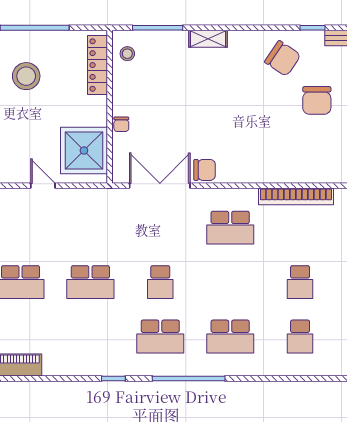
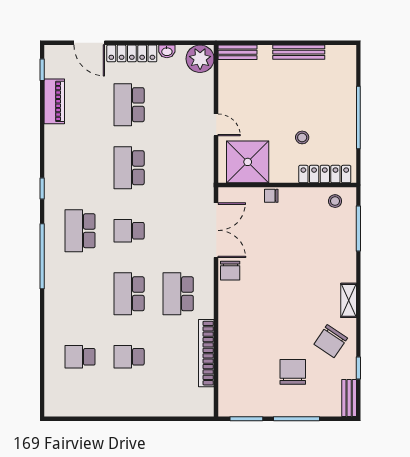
shelving: (208, 39) -> (349, 300), moved
stool: (26, 76) -> (302, 137), moved, width x0.53, depth x0.53
chair: (317, 100) -> (293, 372), turned 90
door: (43, 186) -> (216, 125), hinge flipped
school desk: (230, 336) -> (129, 294), moved

